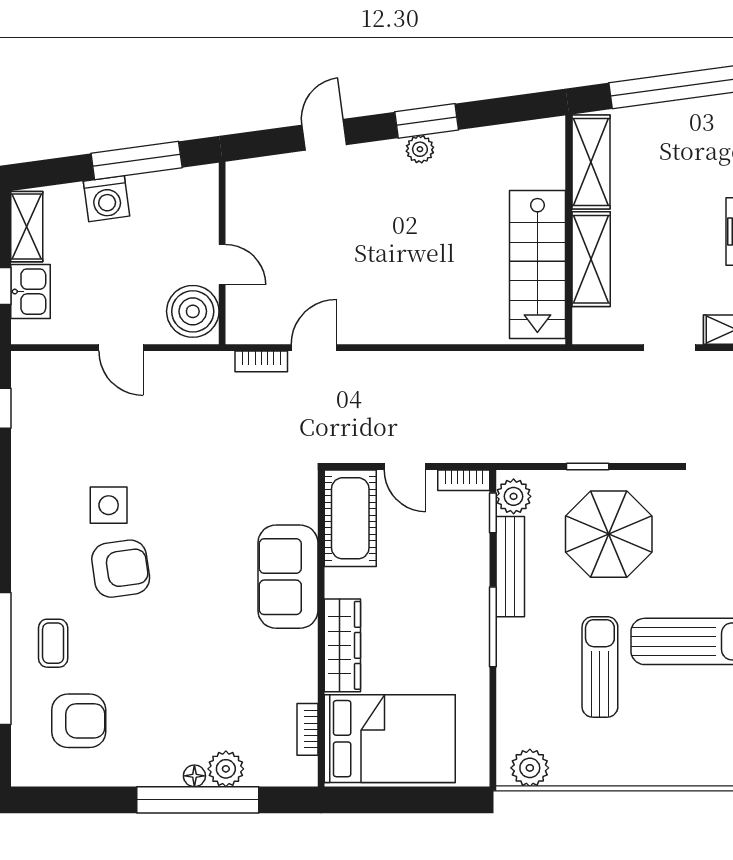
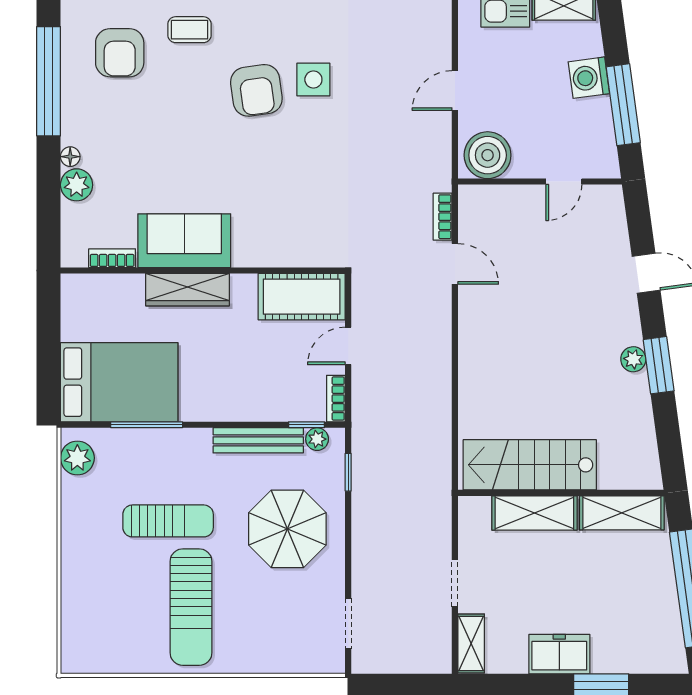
door: (222, 265) -> (564, 182), moved
window: (588, 467) -> (348, 472), moved
plant: (514, 496) -> (317, 439), width x0.73, depth x0.73
sofa: (288, 577) -> (184, 241), moved
window: (493, 627) -> (147, 425), moved
bed: (390, 739) -> (119, 382), moved, turned -90
window: (198, 800) -> (49, 81), moved

